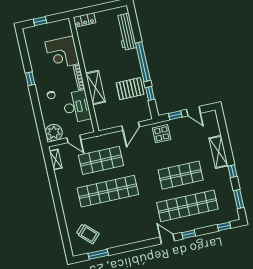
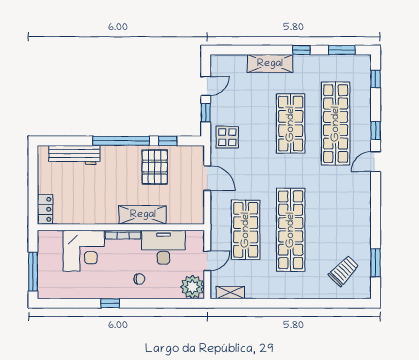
window: (40, 21) -> (33, 272), width x2.17

